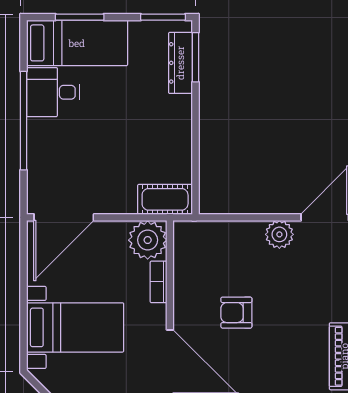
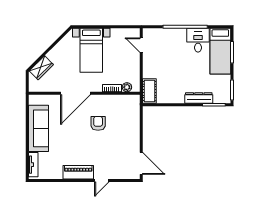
dresser: (180, 63) -> (199, 98), moved
door: (64, 217) -> (141, 45), width x0.53
plant: (279, 234) -> (133, 143), removed
plant: (148, 240) -> (127, 87), width x0.53, depth x0.53

